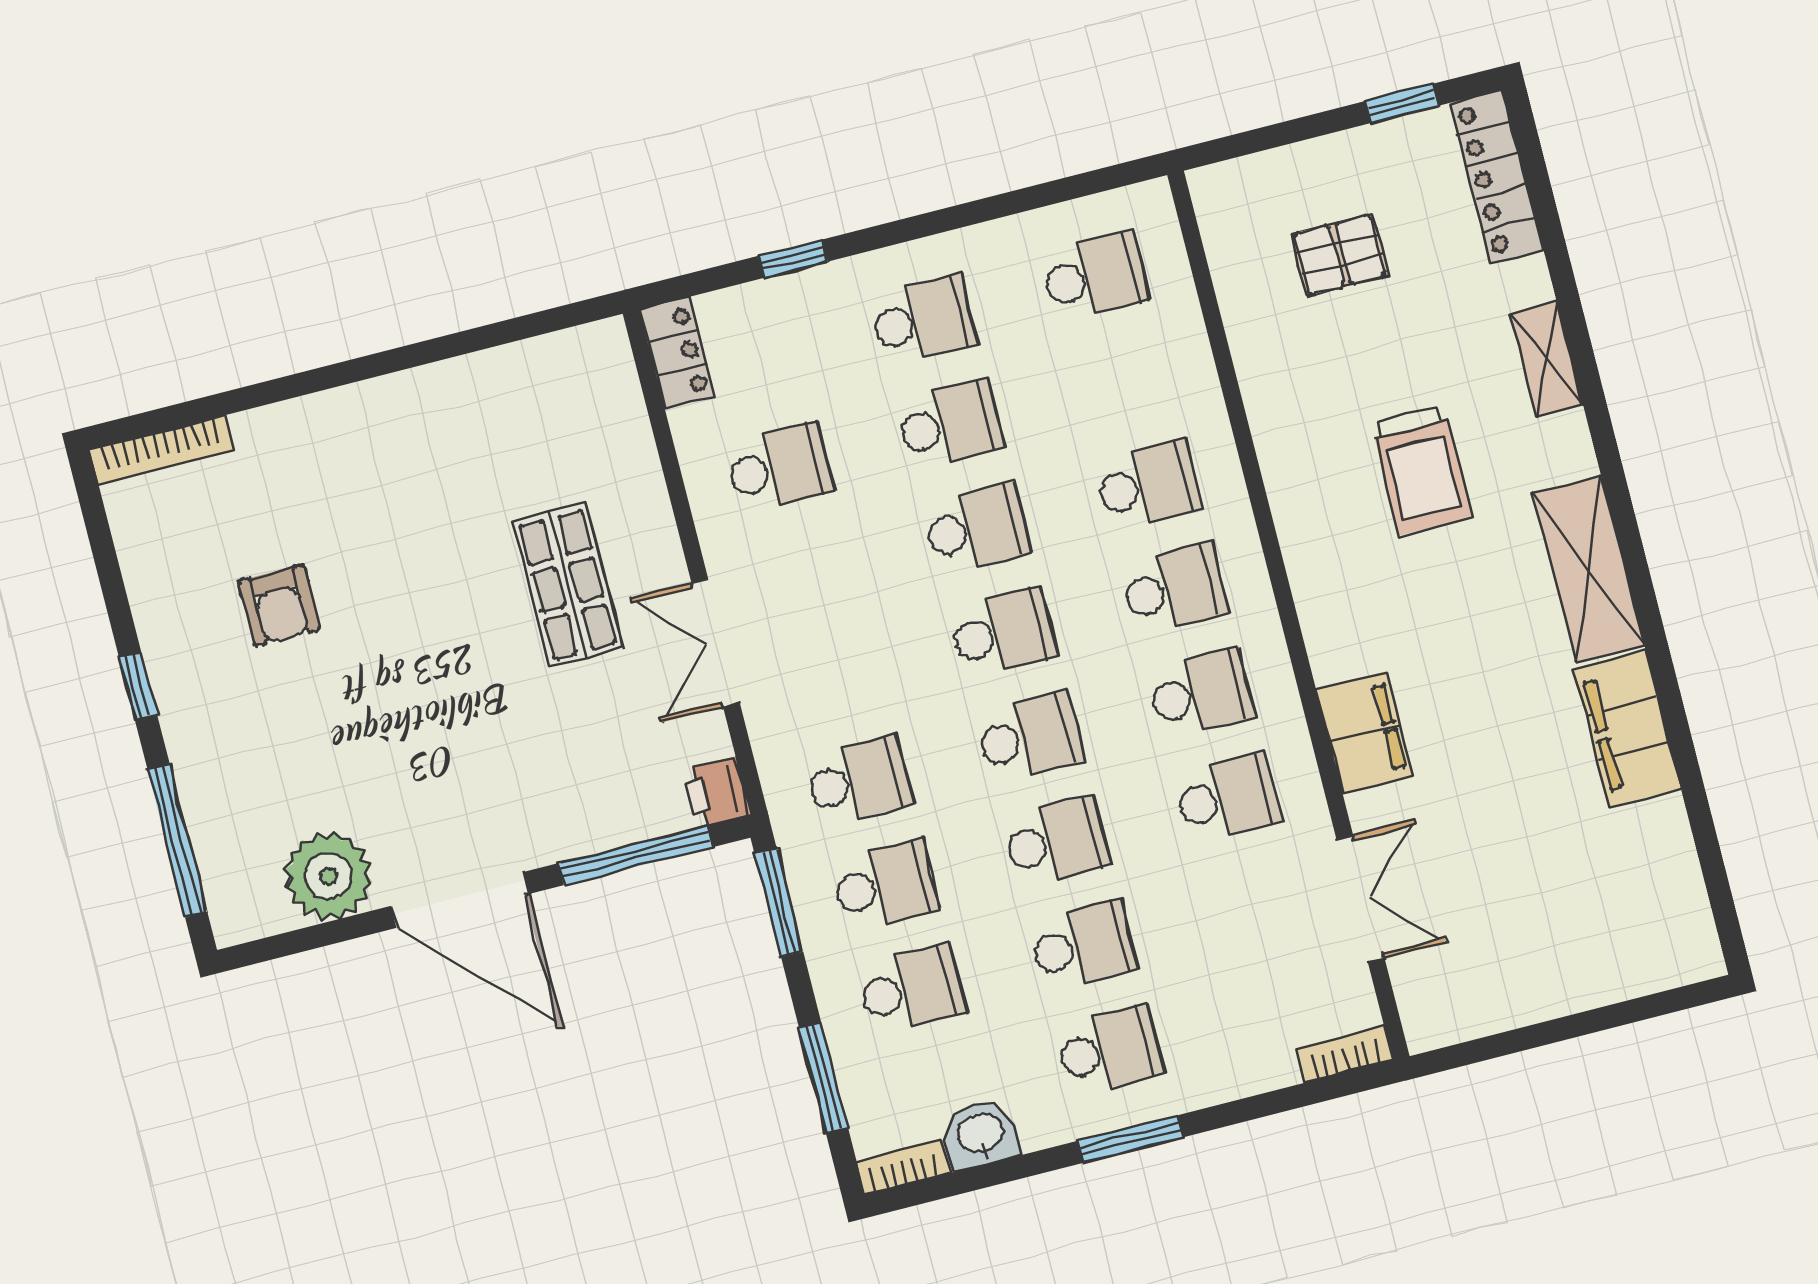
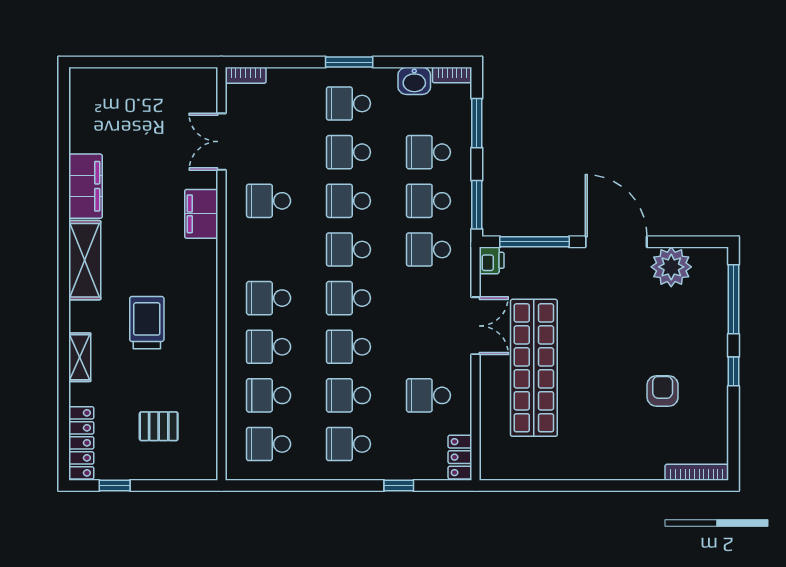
shop shelf: (568, 585) -> (534, 368), width x2.00, depth x1.36
school desk: (1201, 693) -> (269, 395), moved

